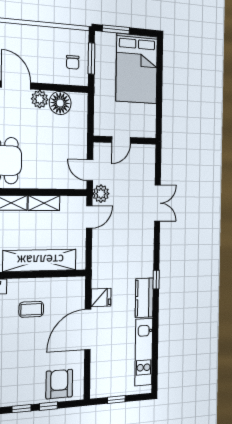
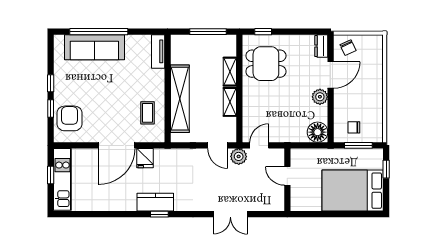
window: (116, 29) -> (386, 169), width x0.67
floor lamp: (60, 103) -> (318, 132), moved
kitchen counter: (144, 298) -> (155, 202), moved
coffee table: (31, 309) -> (148, 113), moved
door: (88, 329) -> (117, 145), swing flipped
kitchen unit: (144, 352) -> (62, 179), moved, turned 90
armchair: (59, 384) -> (70, 118), turned -90

